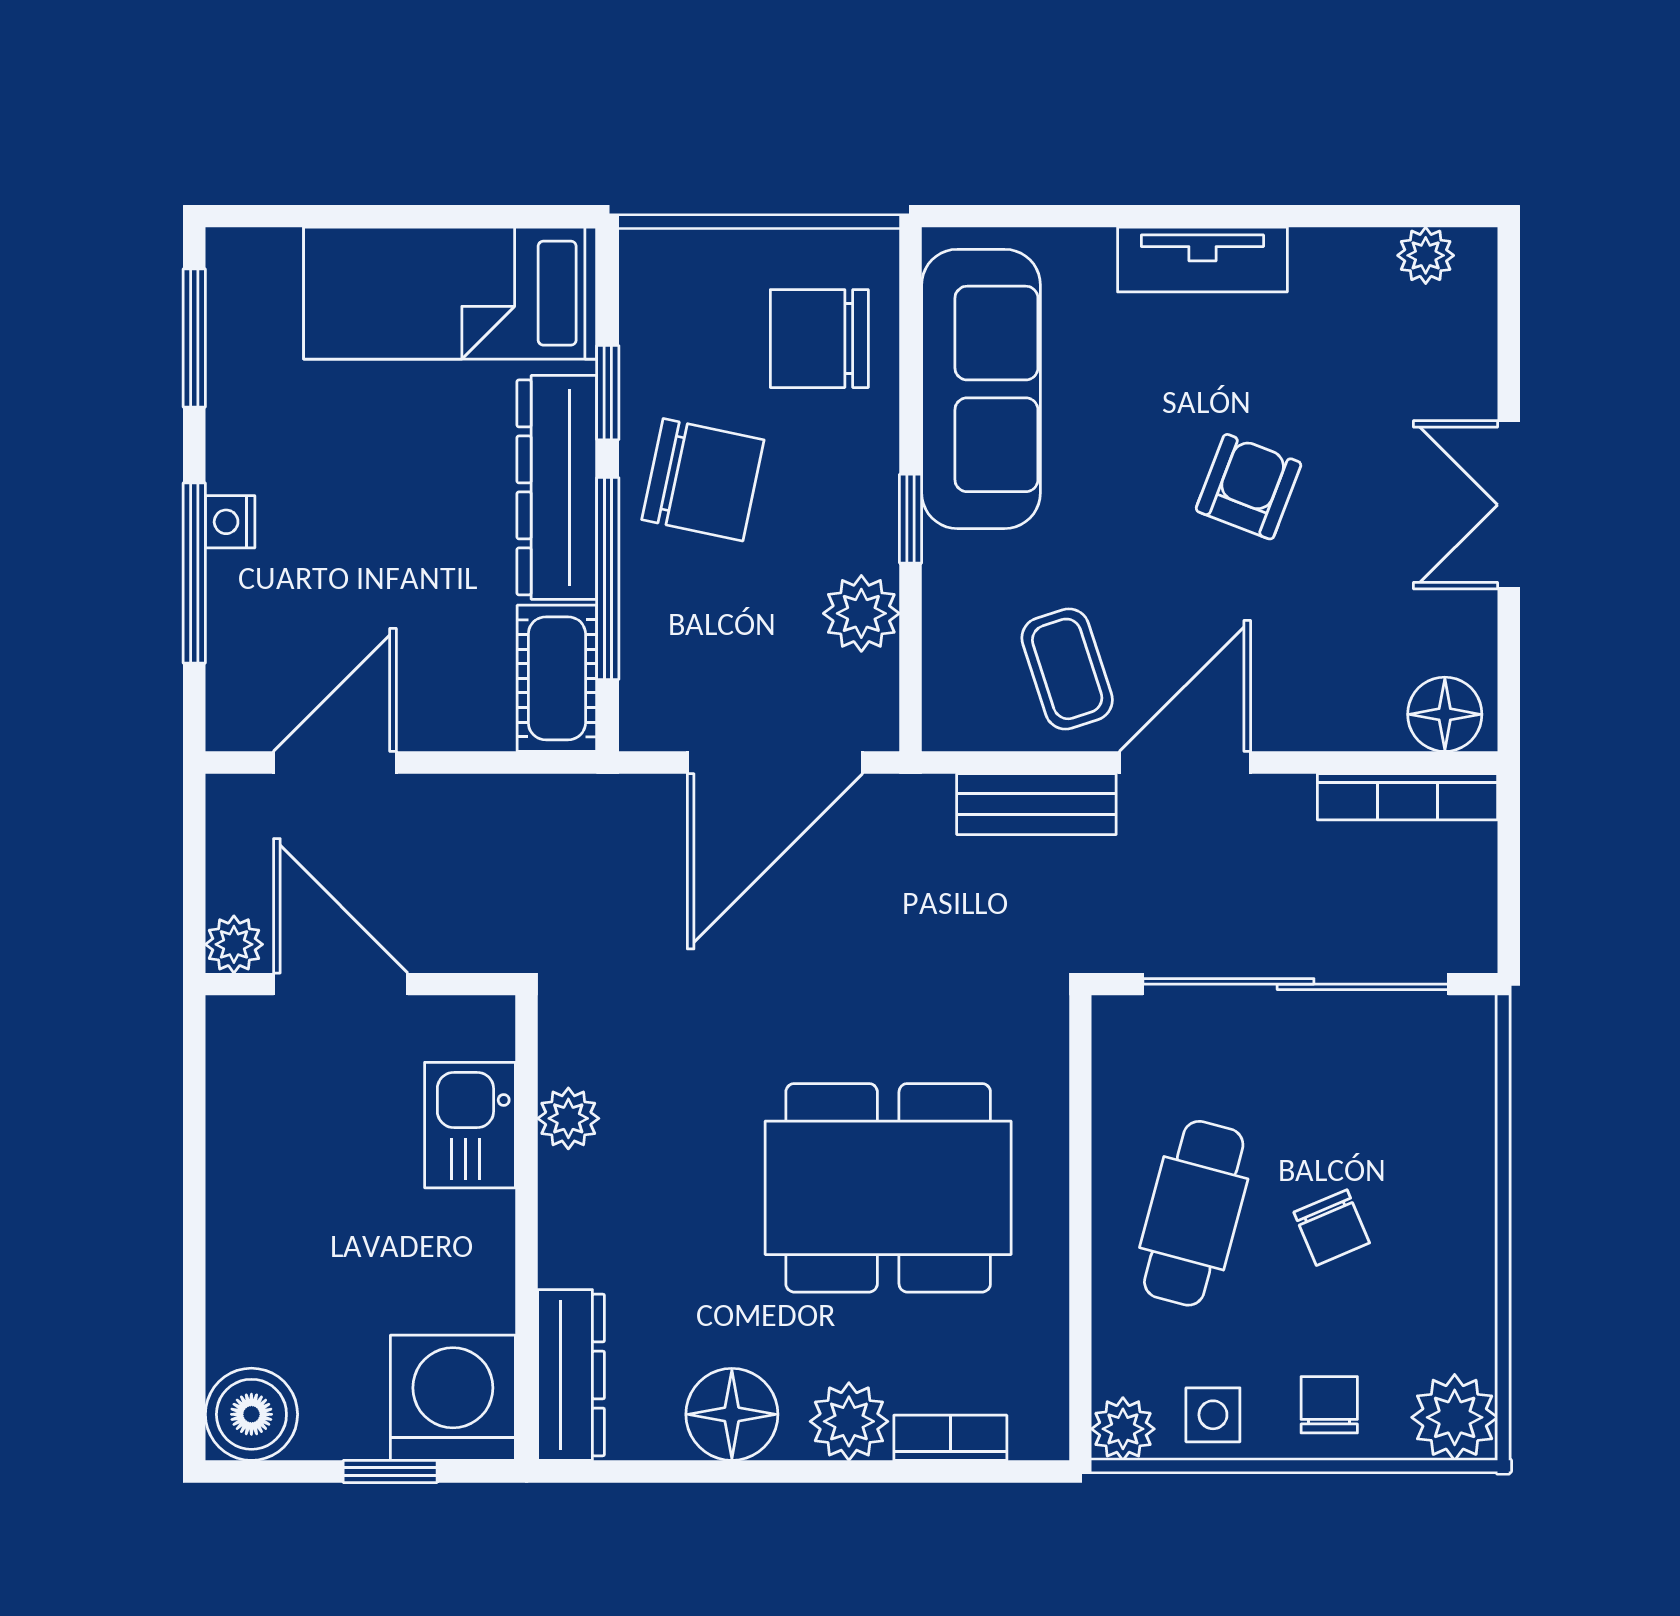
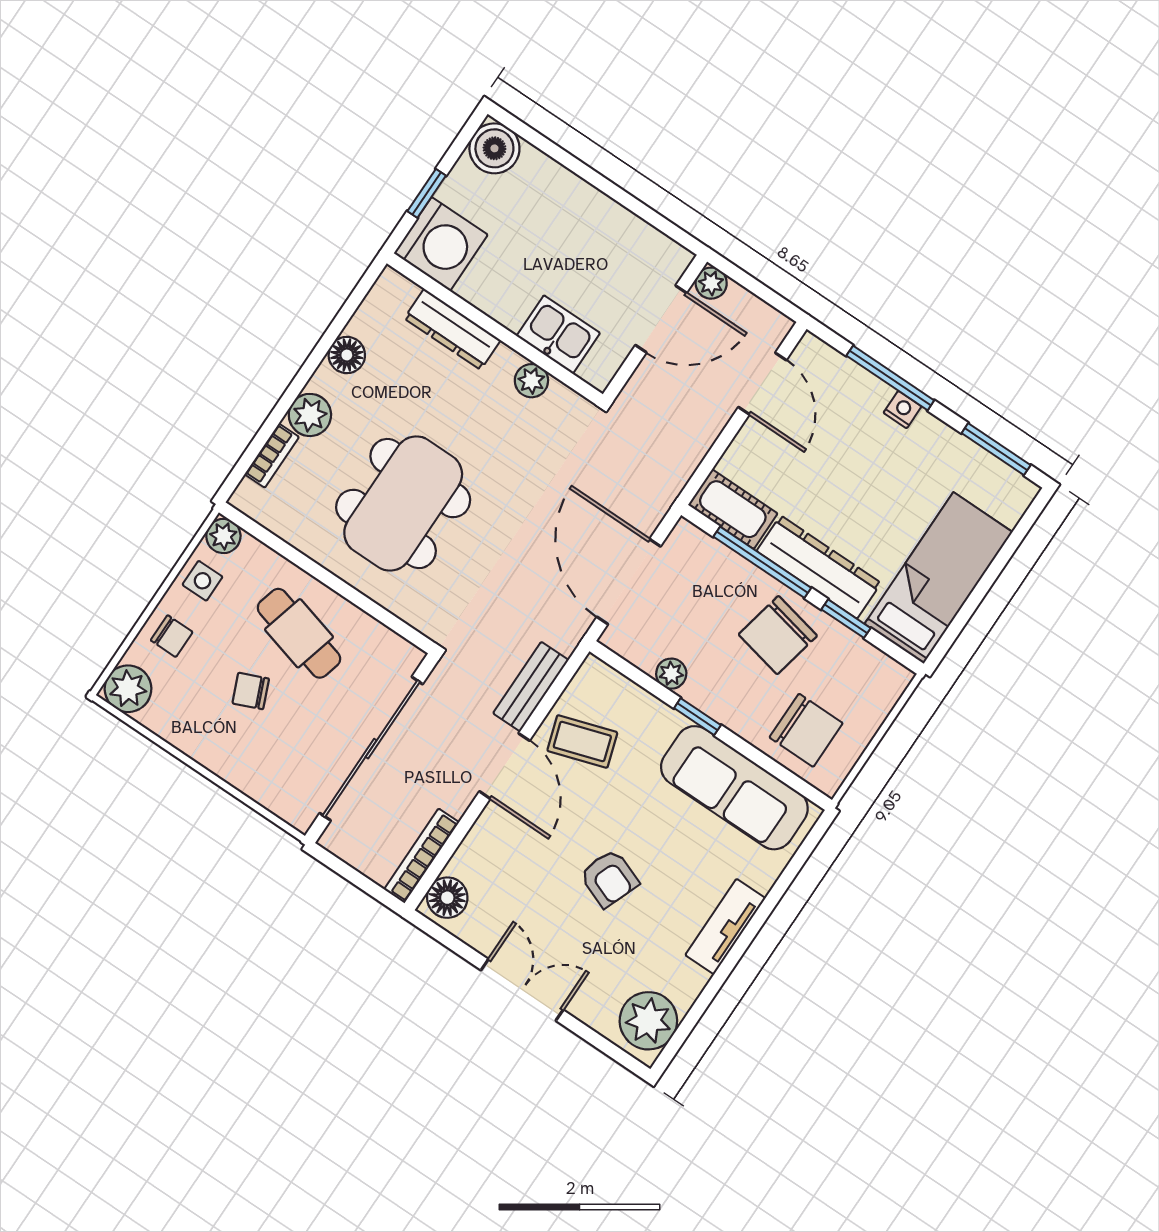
plant: (1426, 255) -> (648, 1021), width x1.87, depth x1.87
chair: (819, 339) -> (806, 730), turned 90
plant: (861, 613) -> (671, 674), width x0.73, depth x0.73
dresser: (571, 1375) -> (452, 329), moved
floor lamp: (732, 1414) -> (347, 355), width x0.73, depth x0.73

